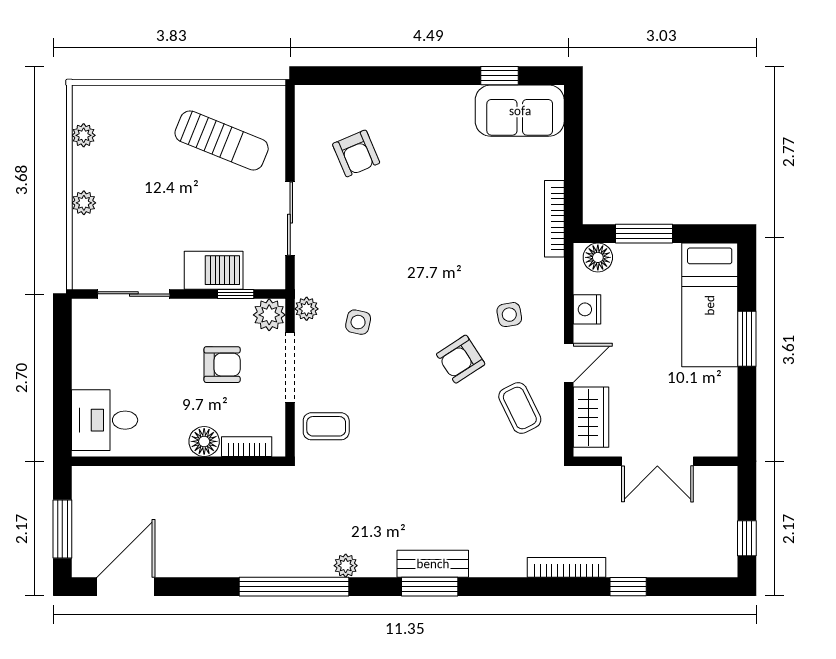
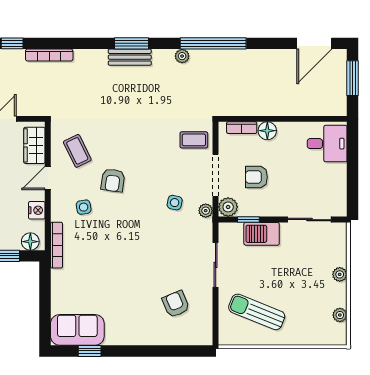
bookcase: (554, 219) -> (56, 245), moved
armchair: (461, 359) -> (113, 180), turned 131

